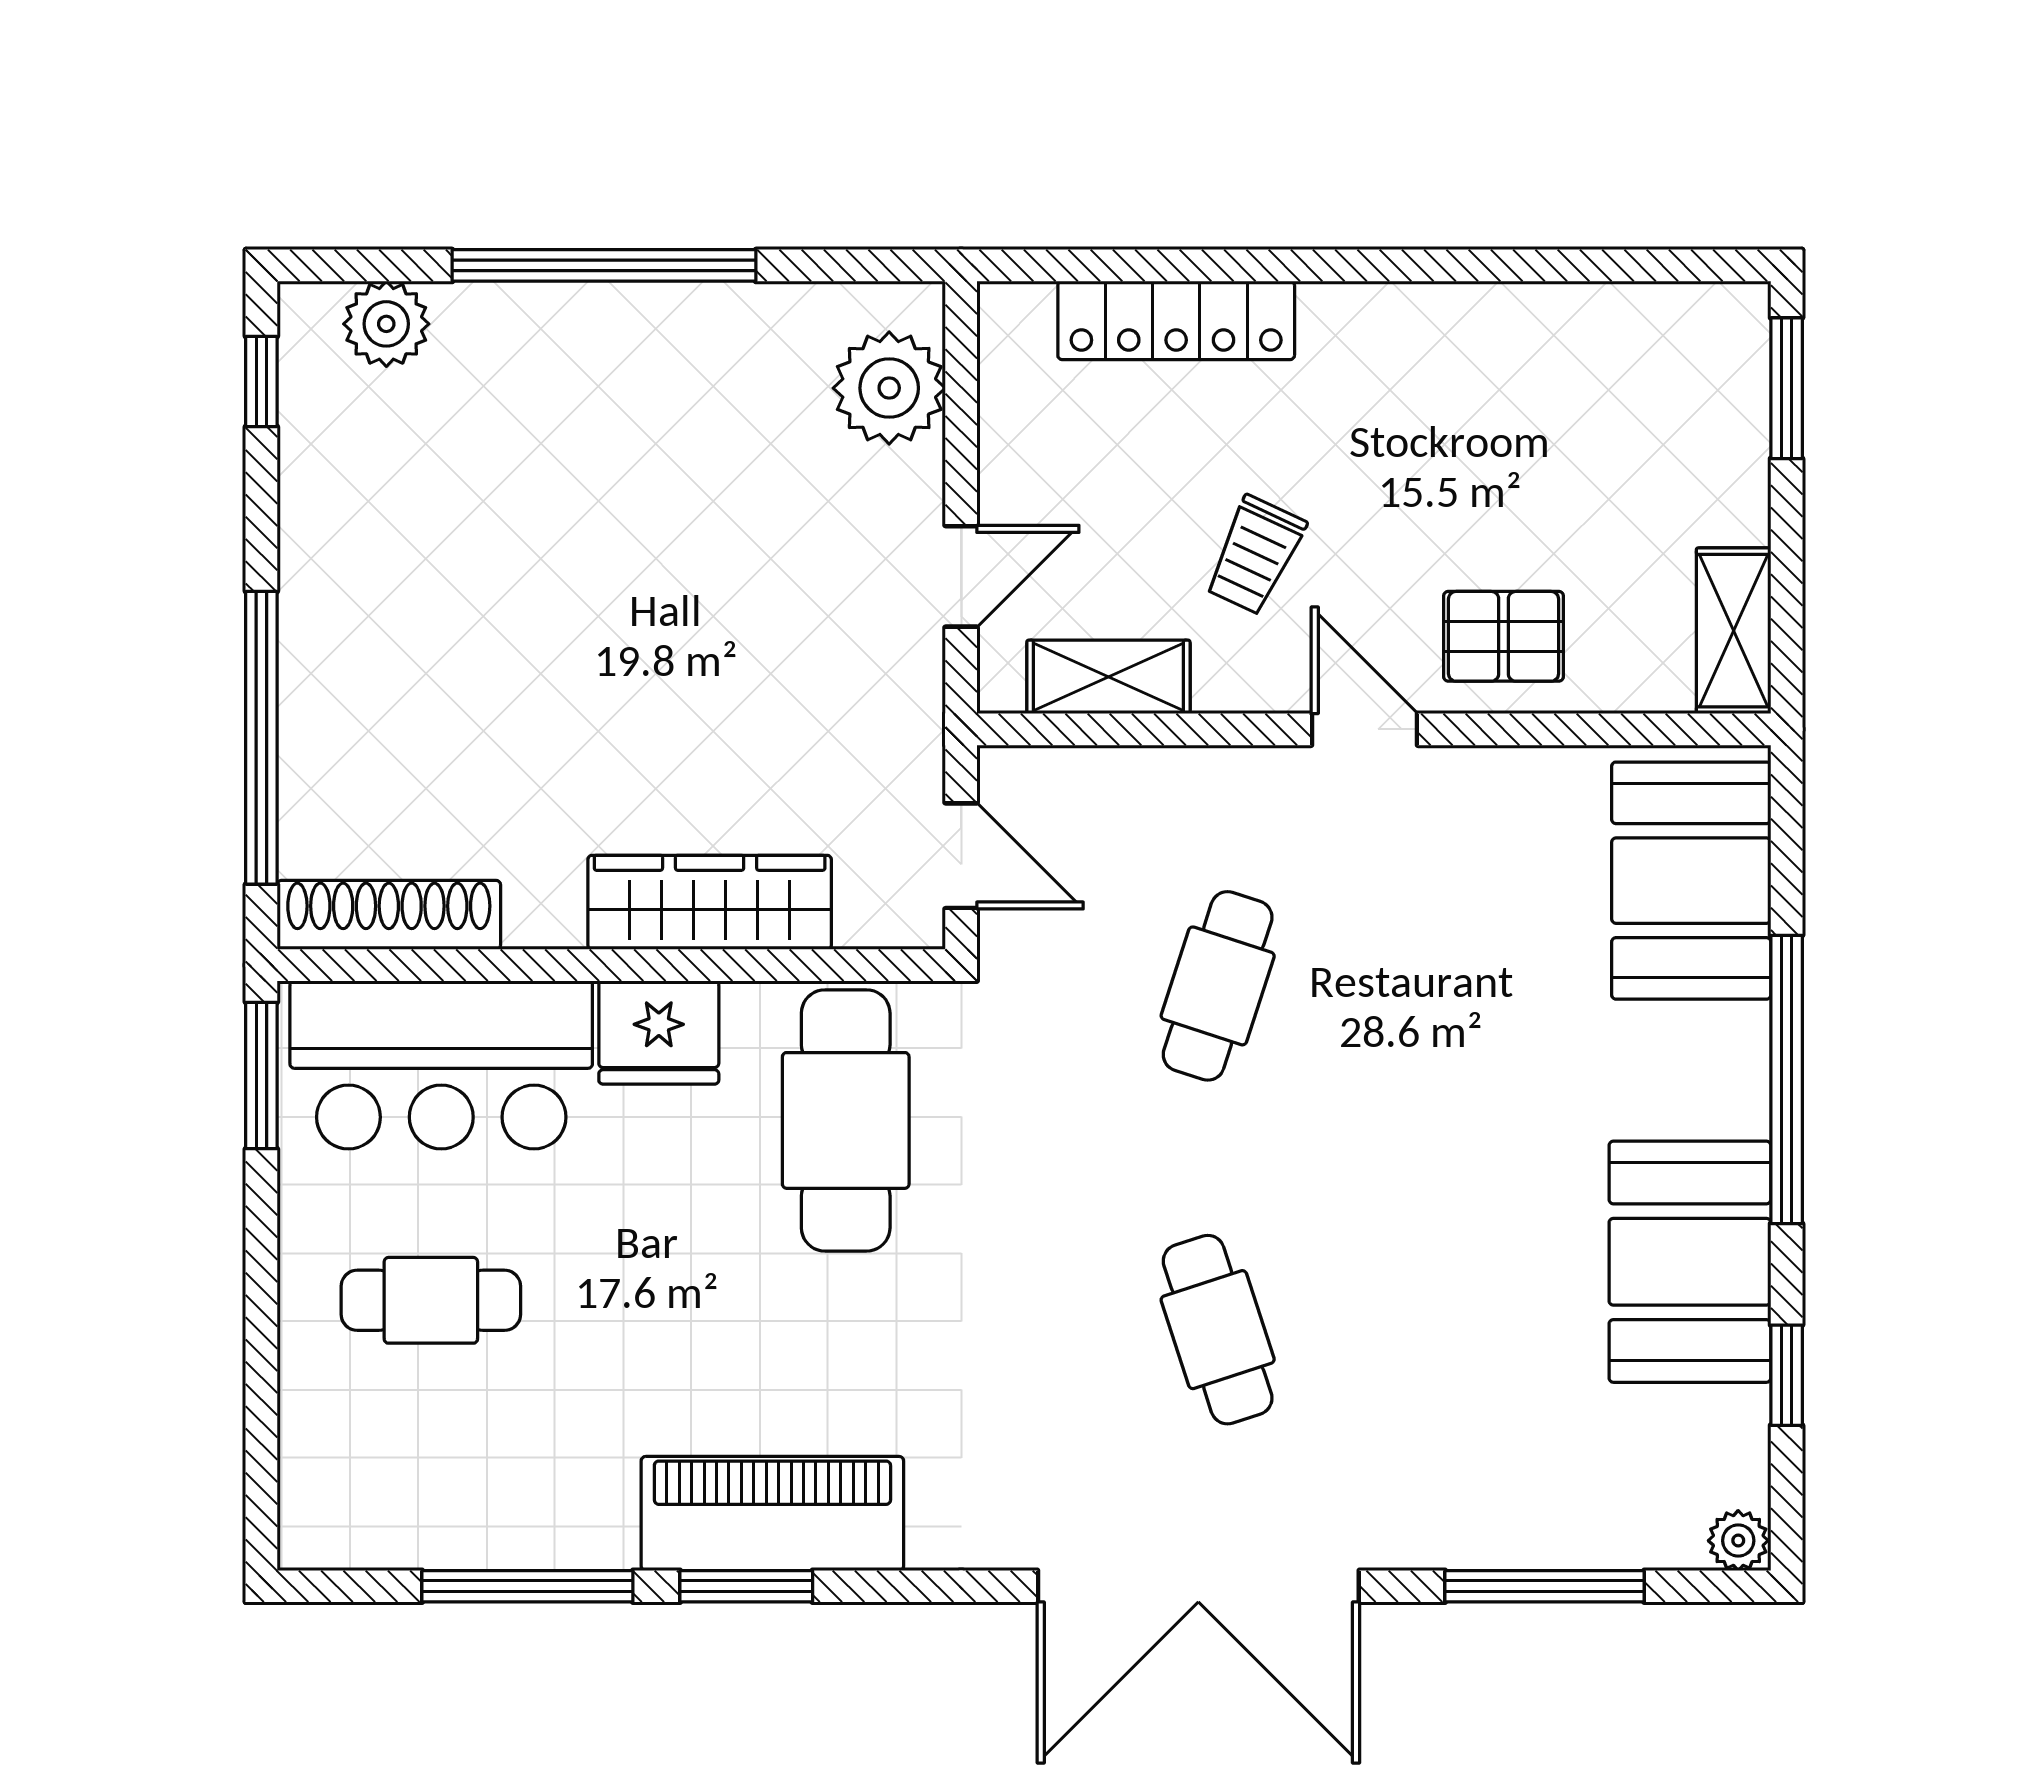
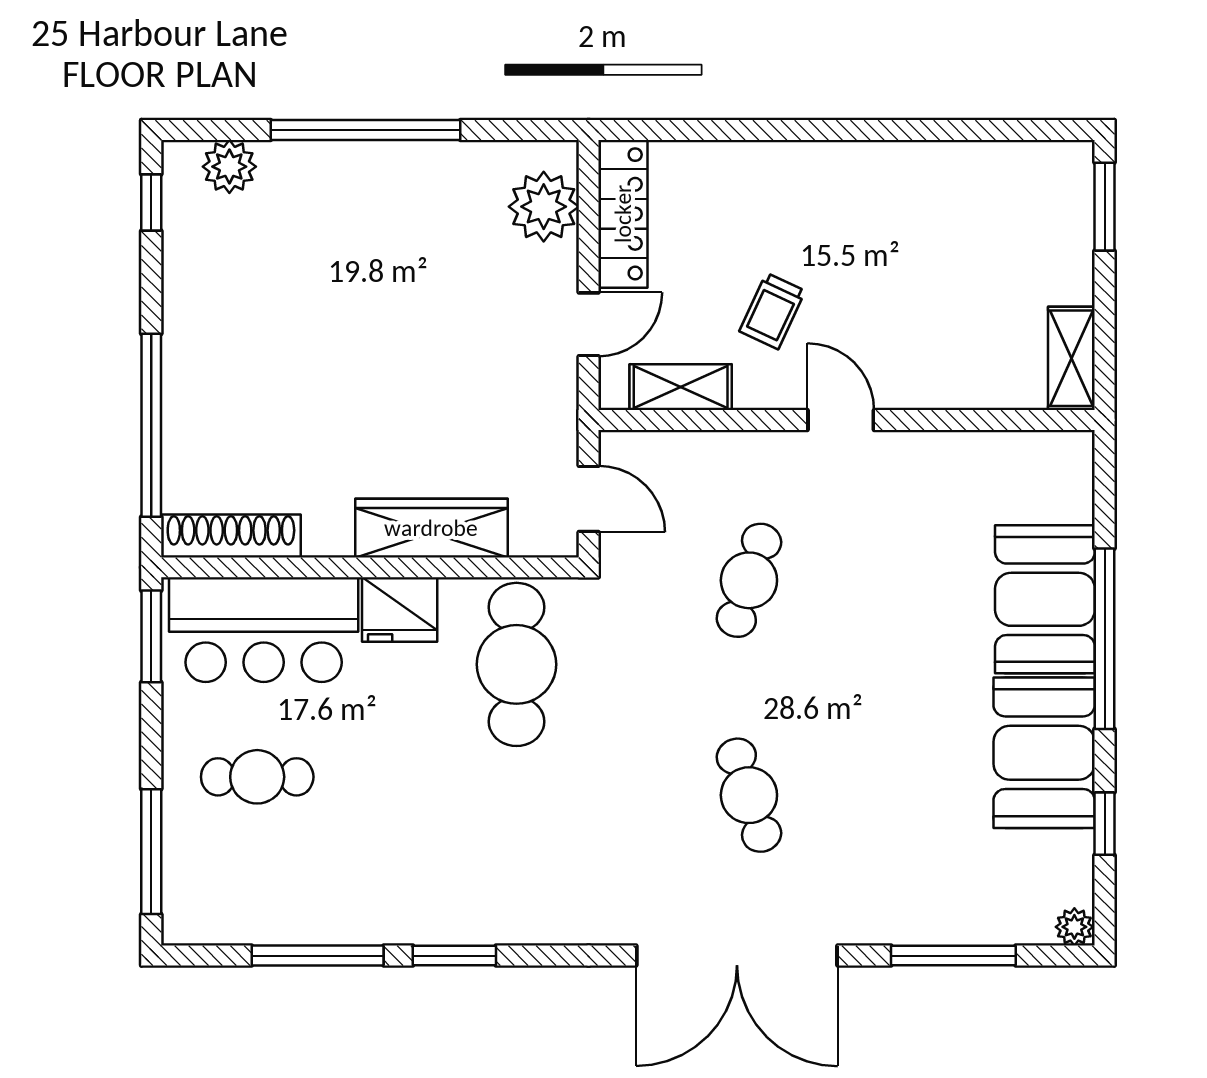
locker: (1176, 320) -> (623, 214), moved, turned -90
pallet: (1504, 636) -> (928, 362), removed
booth: (1691, 881) -> (1045, 599), moved
window: (261, 1420) -> (151, 852), added
piano: (772, 1513) -> (471, 910), removed

